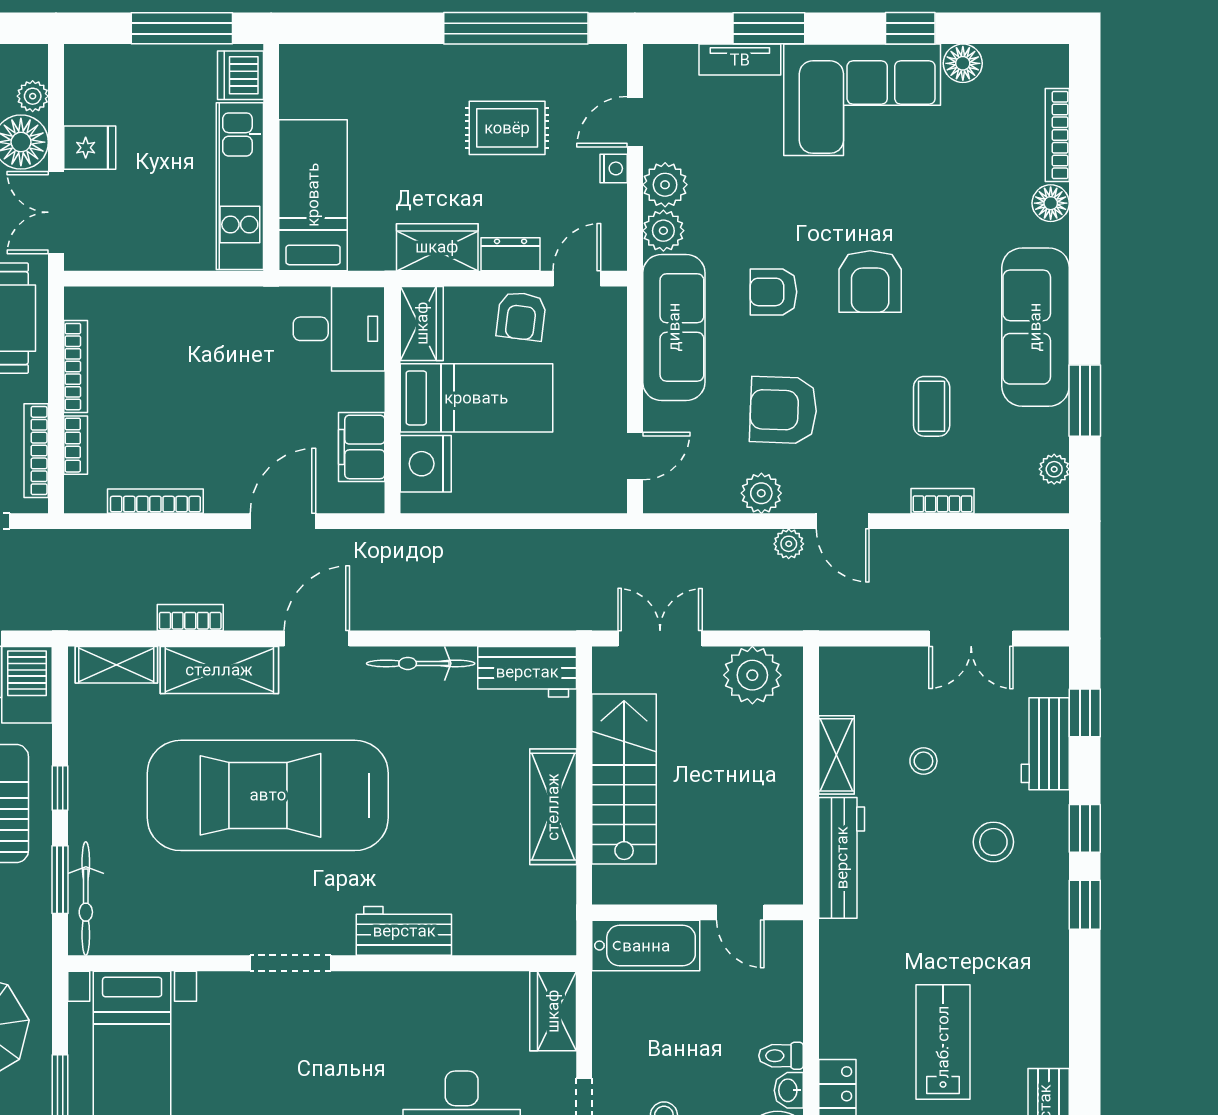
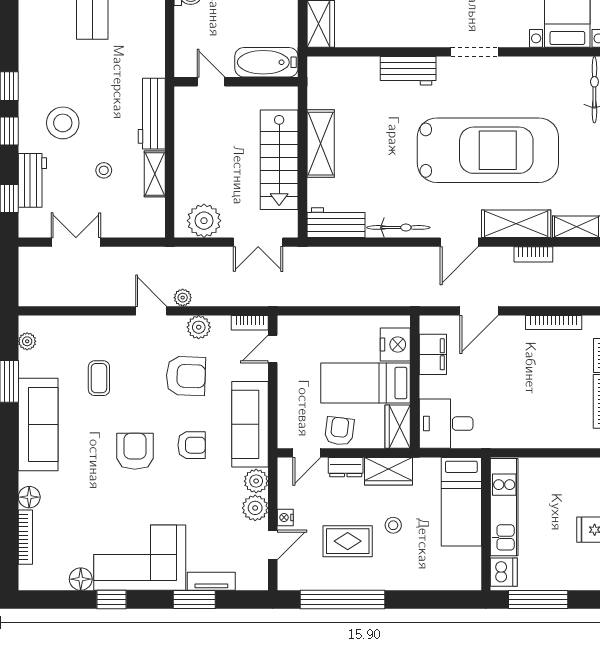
stool: (429, 155) -> (393, 525), added
bookcase: (942, 501) -> (250, 323), moved
stool: (993, 842) -> (63, 123), width x1.38, depth x1.38

